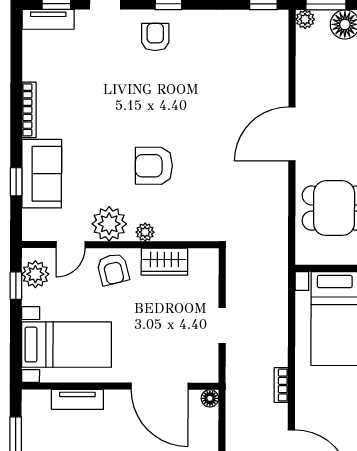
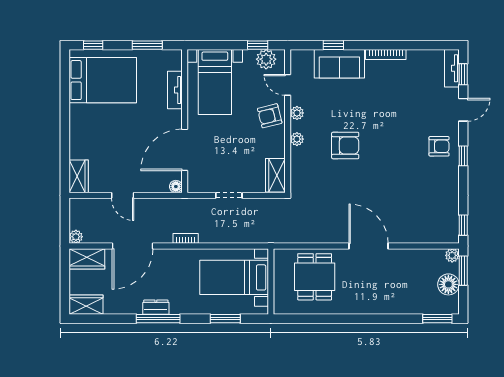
armchair: (154, 166) -> (345, 145), turned 90
plant: (109, 224) -> (297, 113), width x0.53, depth x0.53
wardrobe: (164, 262) -> (275, 175), moved

